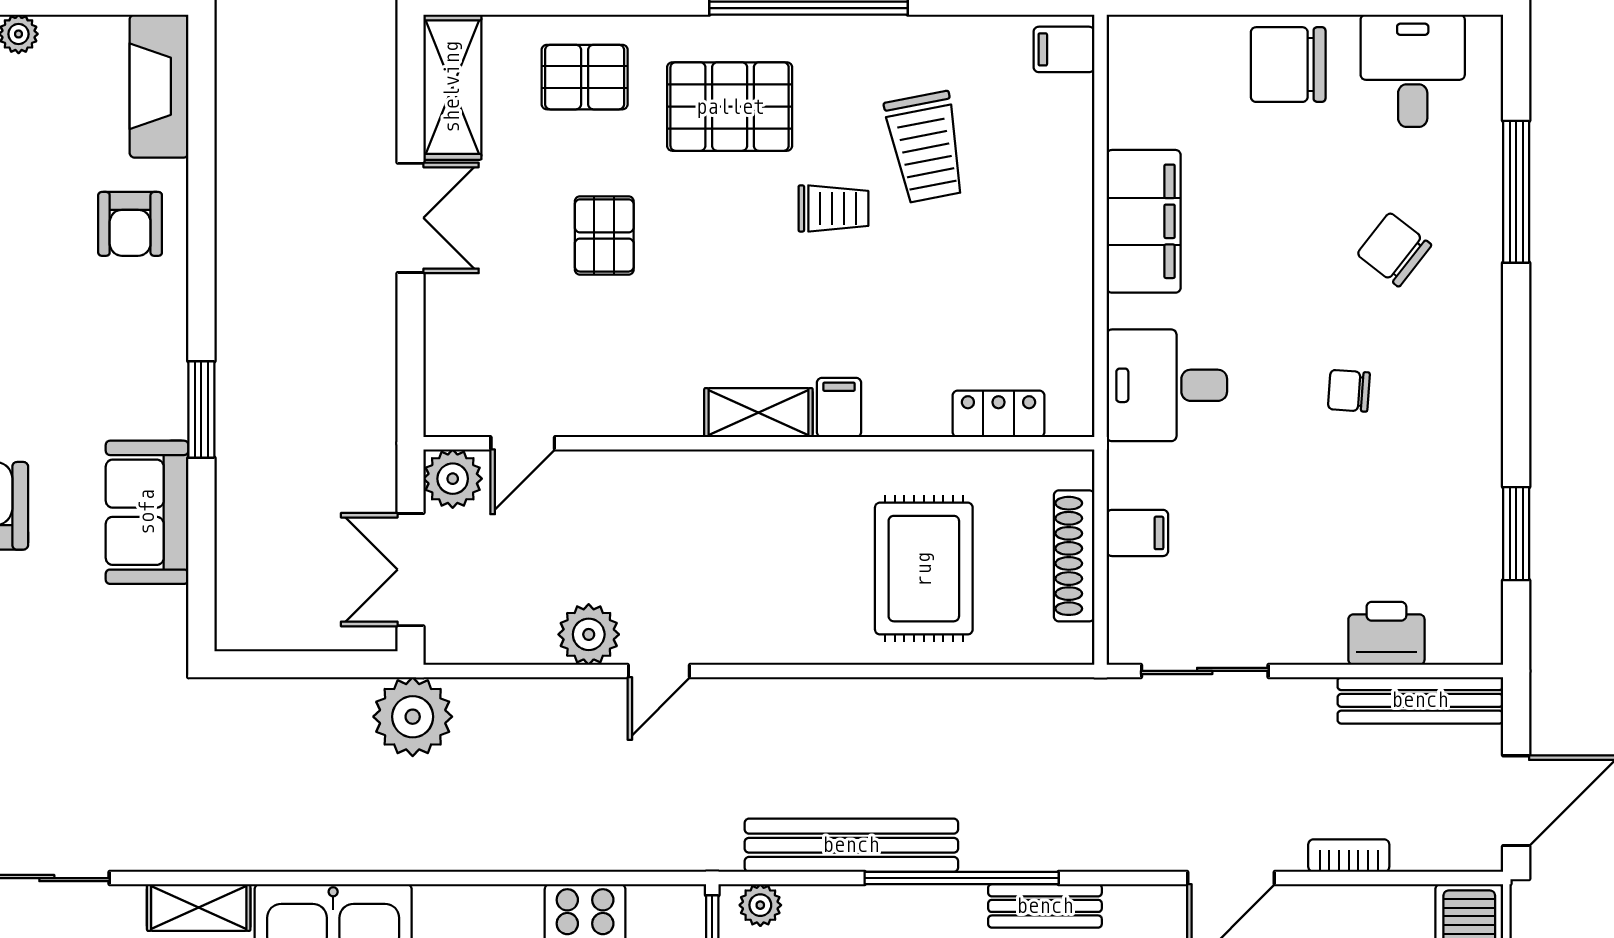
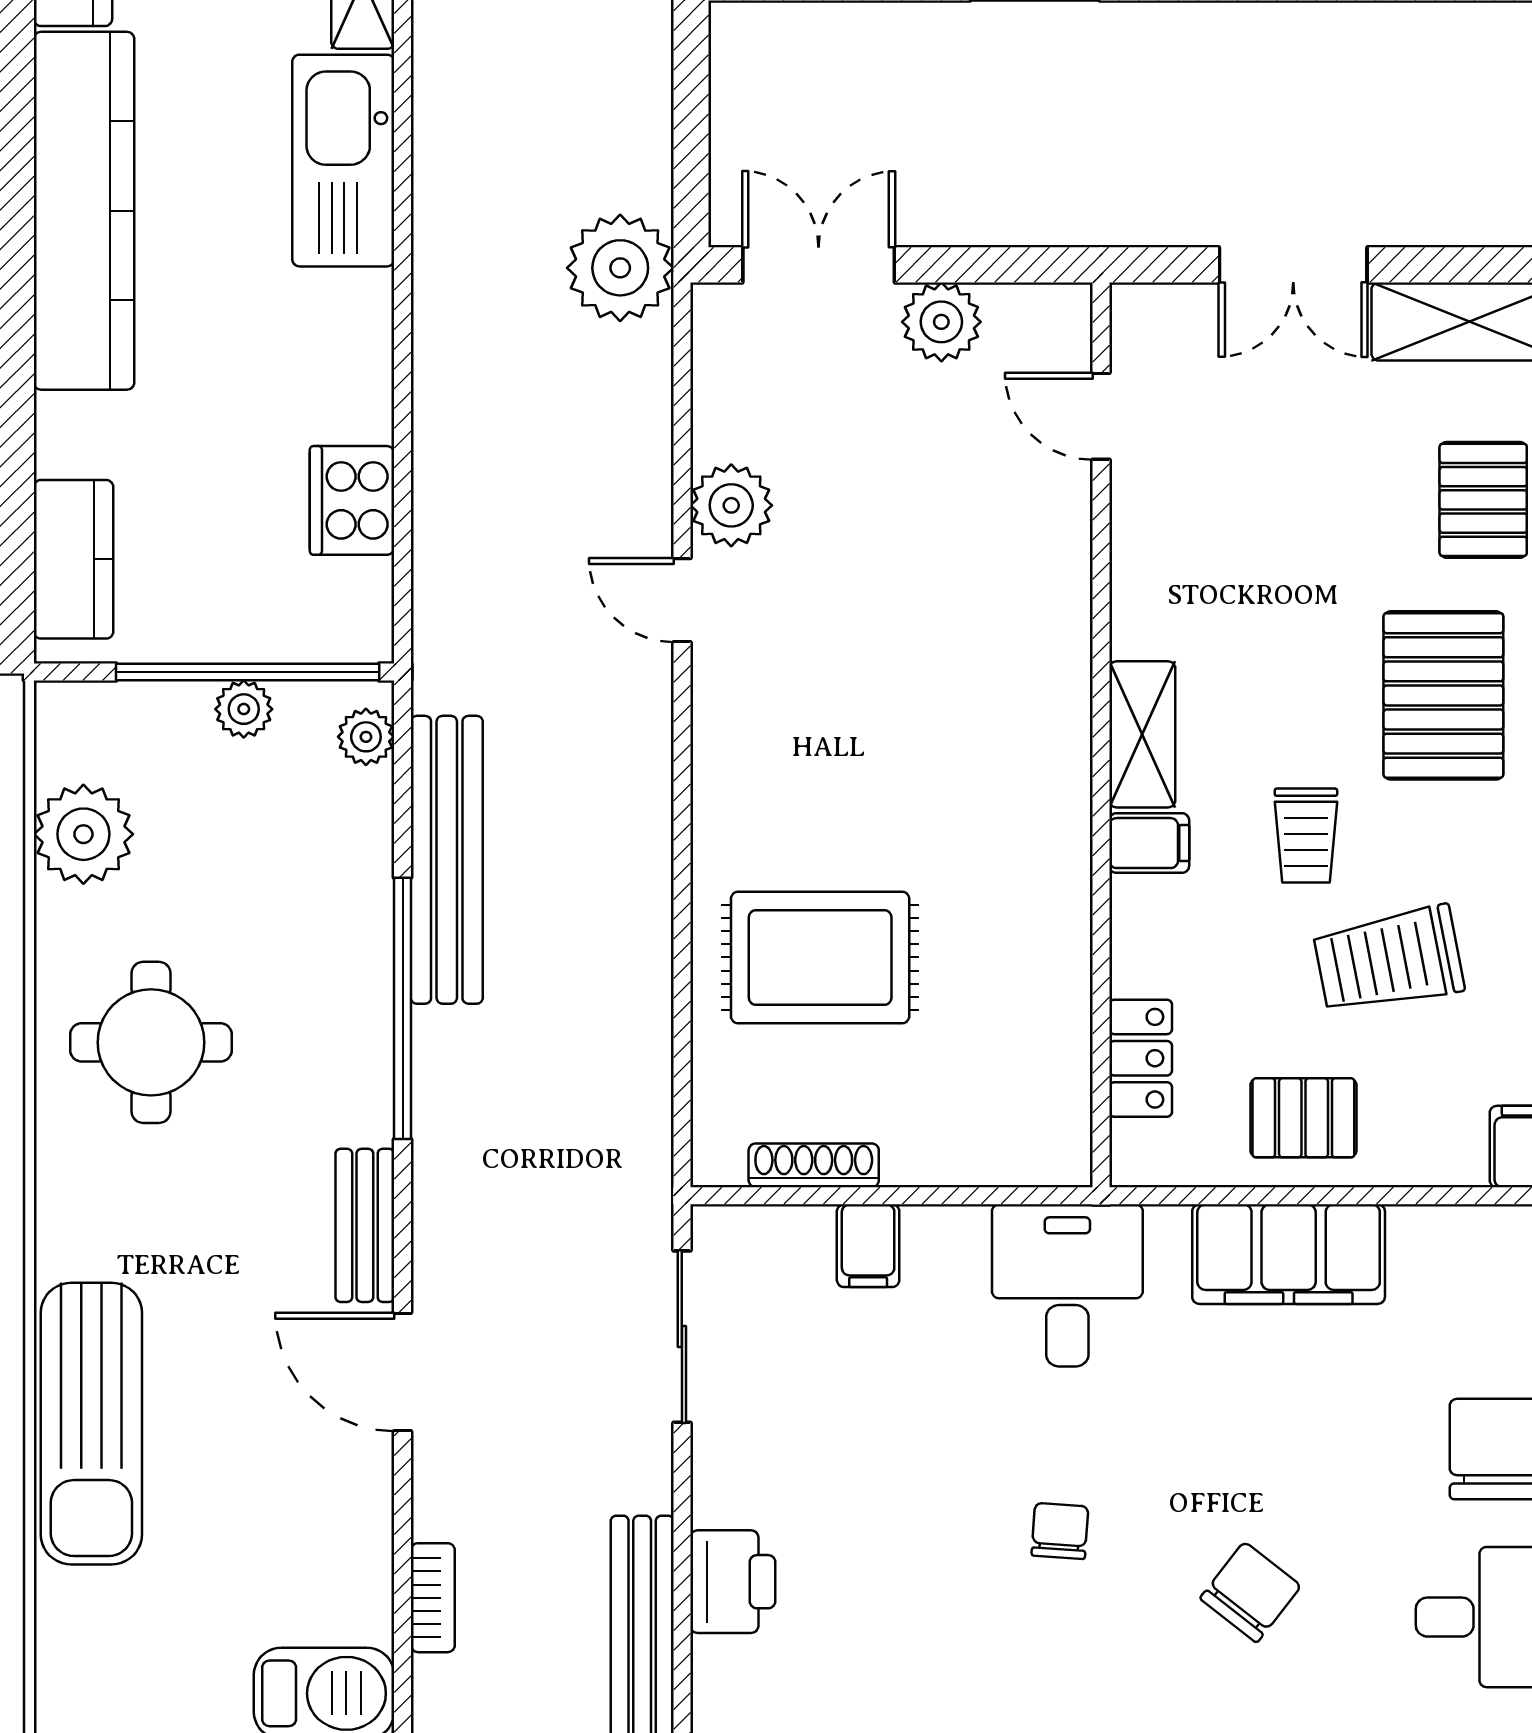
pallet: (604, 235) -> (1303, 1118), moved
filing cabinet: (839, 407) -> (1149, 843), moved
shelving: (758, 413) -> (1142, 734), moved
locker: (998, 414) -> (1141, 1058), moved
door: (523, 443) -> (1101, 416), moved
wall: (759, 443) -> (1101, 735), moved
shoe rack: (1074, 556) -> (814, 1165), width x0.74, depth x0.81
bookcase: (1349, 856) -> (433, 1598), moved
bench: (1045, 906) -> (365, 1225), moved

